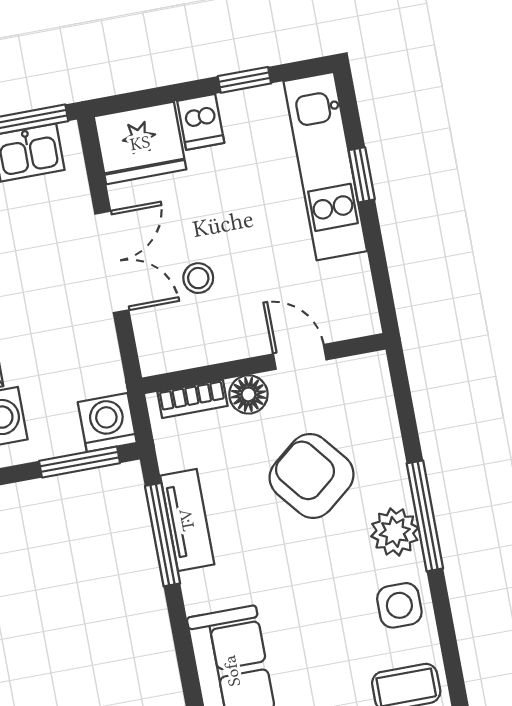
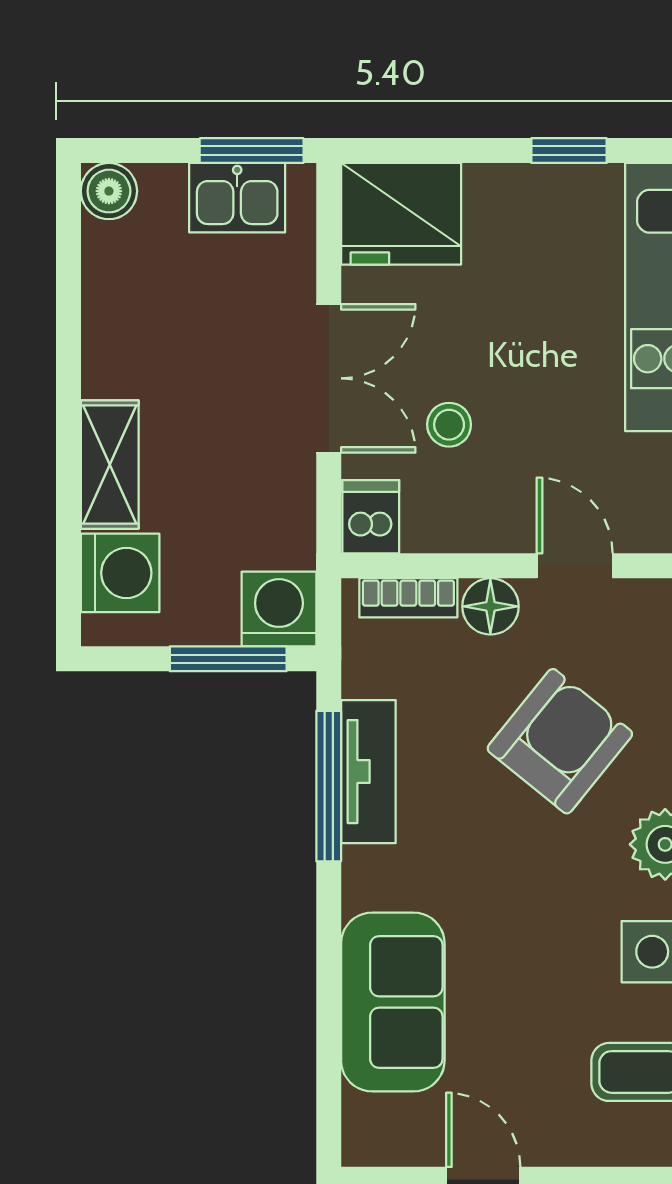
dishwasher: (201, 122) -> (371, 517), moved, turned 180
armchair: (312, 476) -> (560, 741), turned 78

